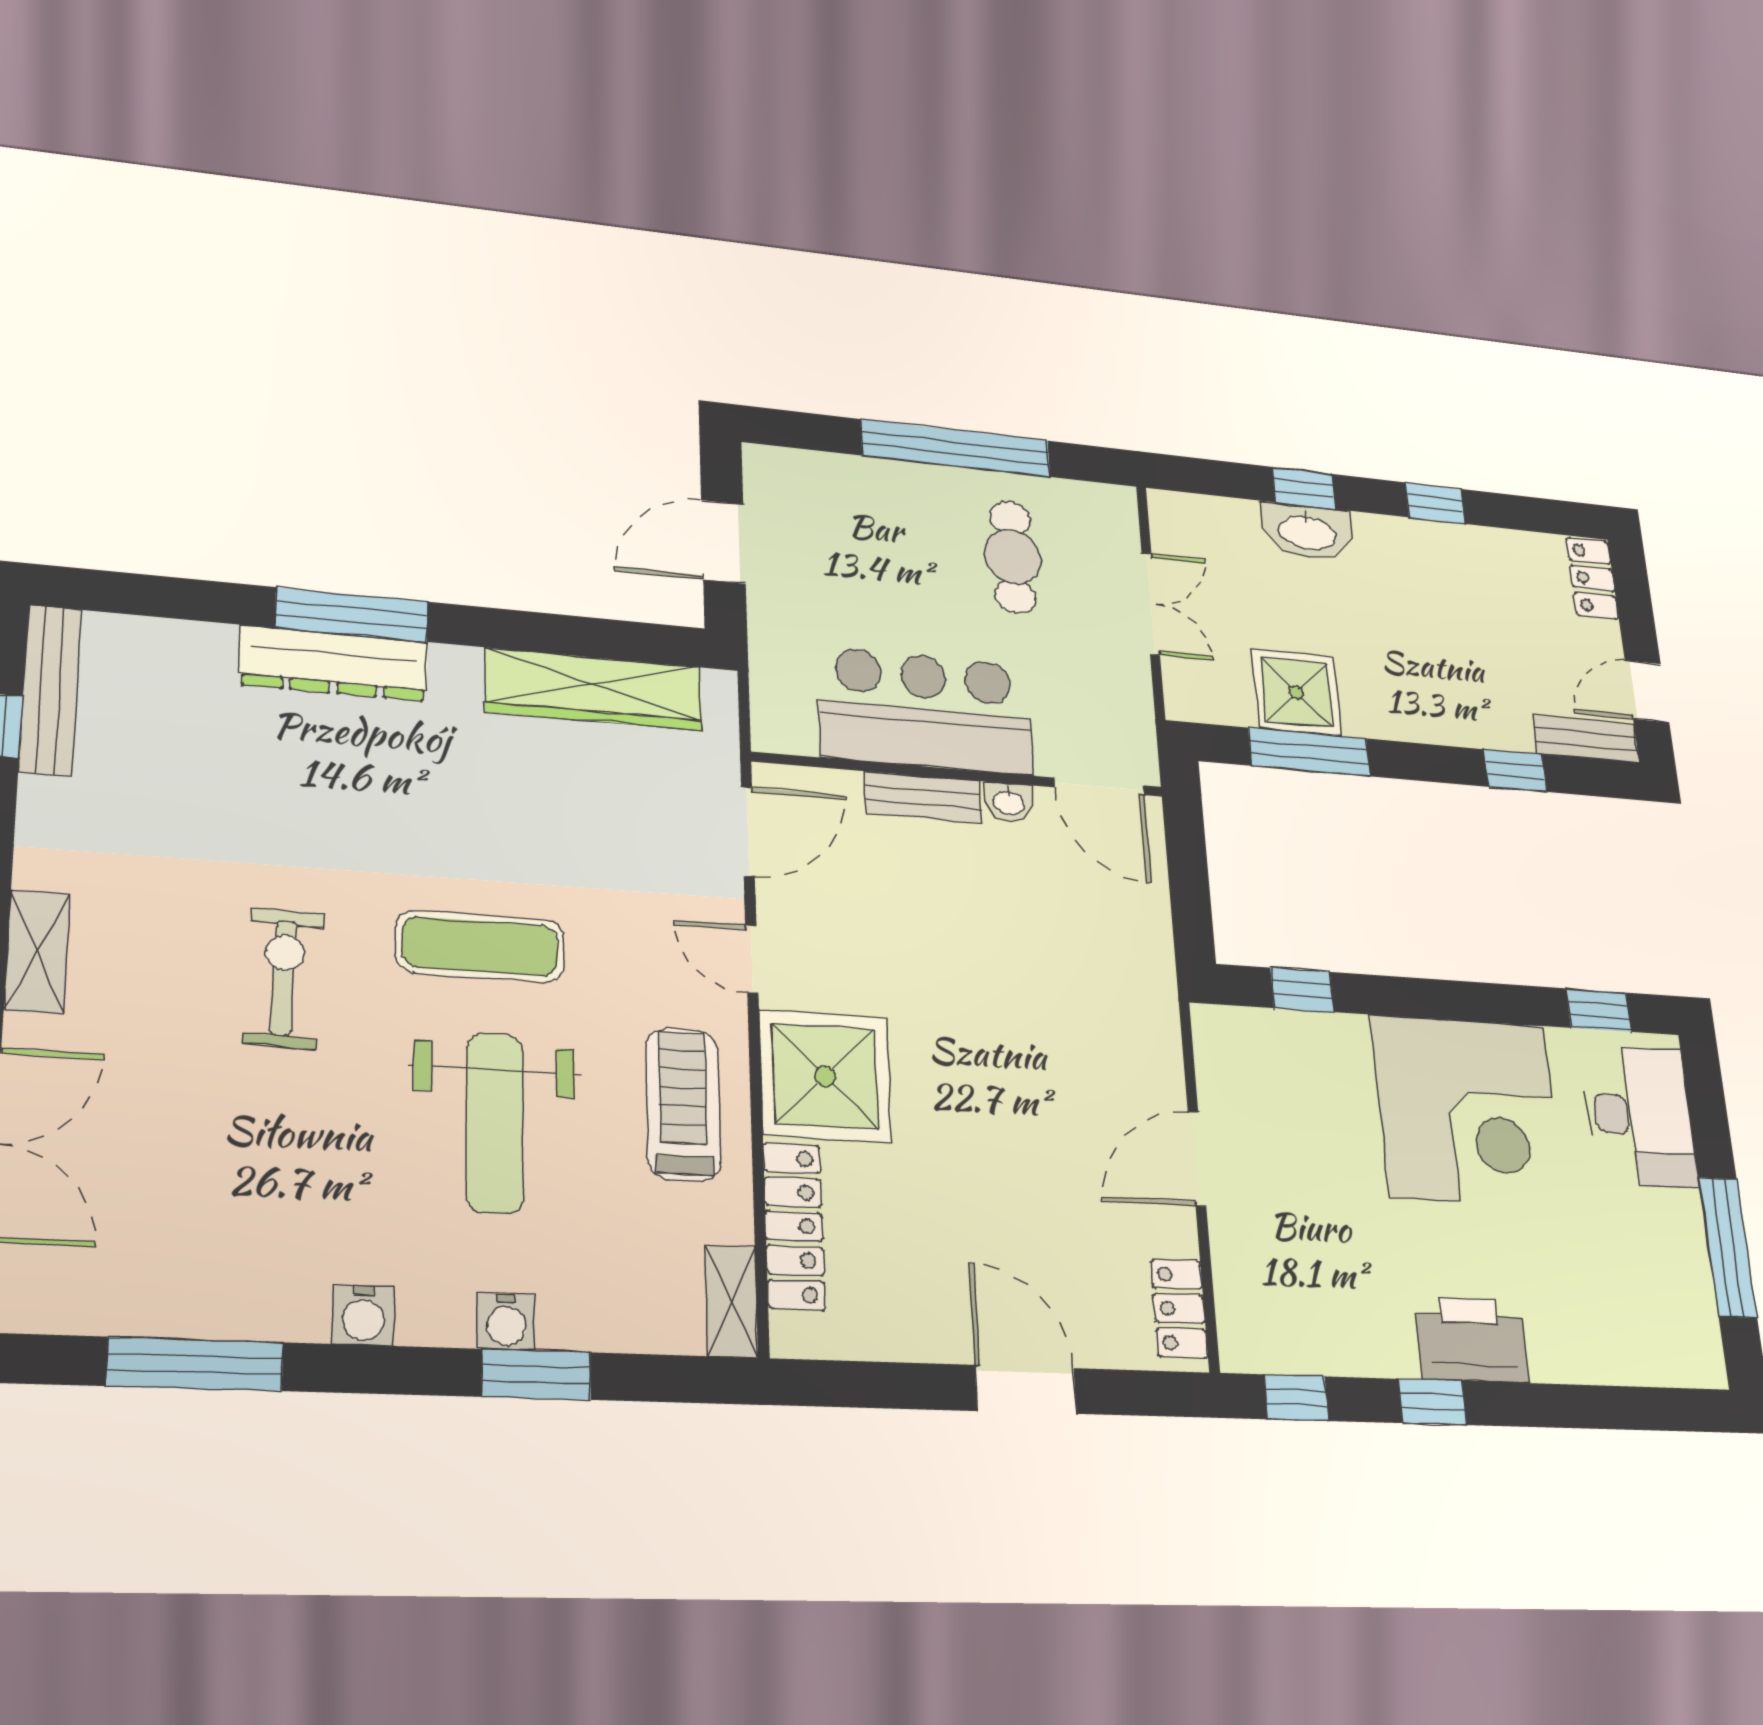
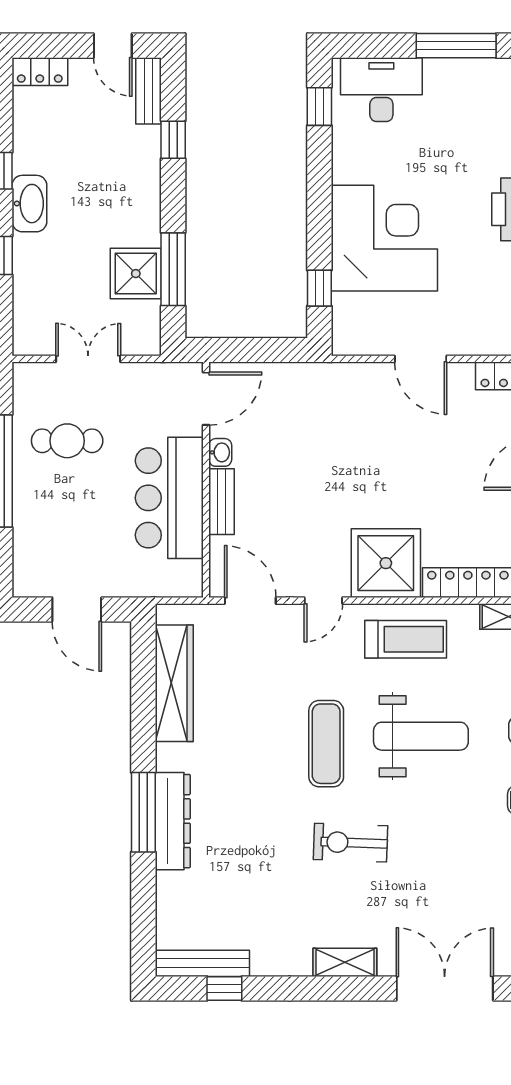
washbasin: (1307, 532) -> (29, 204), moved
treadmill: (683, 1104) -> (406, 639), turned 180
corner desk: (1468, 1111) -> (384, 238), moved

